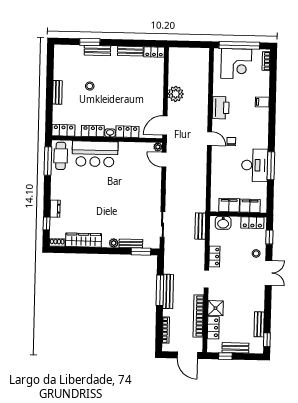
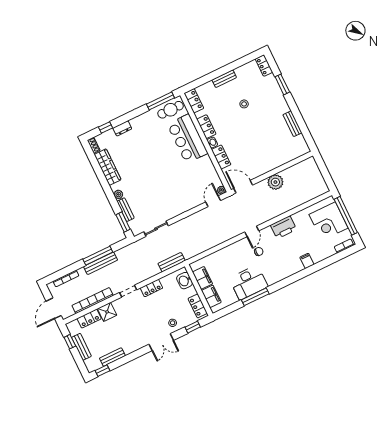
bench: (97, 51) -> (278, 95), removed
locker: (154, 52) -> (264, 66), moved

